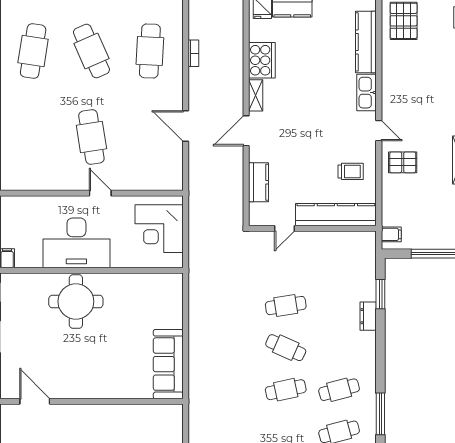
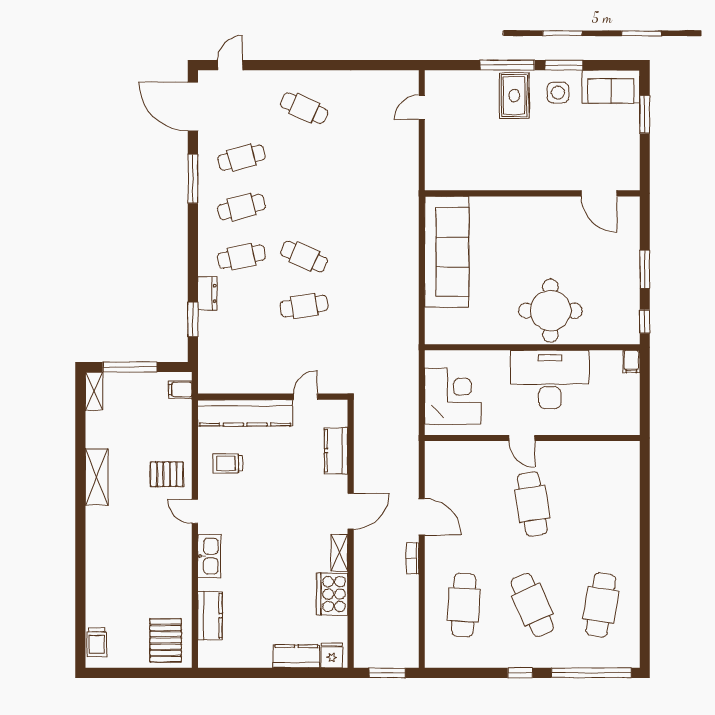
kitchen counter: (366, 42) -> (210, 616), width x0.67
bookcase: (193, 53) -> (413, 558), moved
sofa: (168, 364) -> (447, 252), width x1.36, depth x1.27
cafe table: (286, 390) -> (241, 257), moved

